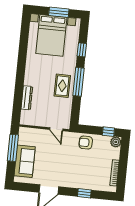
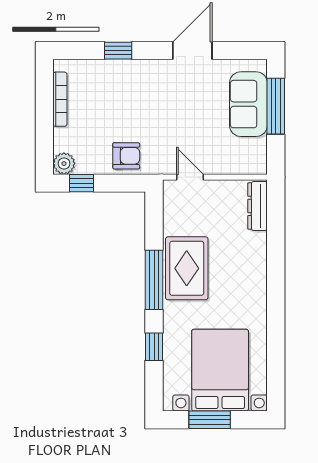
rug: (62, 86) -> (187, 268), width x1.36, depth x1.43
dresser: (27, 98) -> (258, 206), moved
window: (13, 148) -> (276, 106), moved

